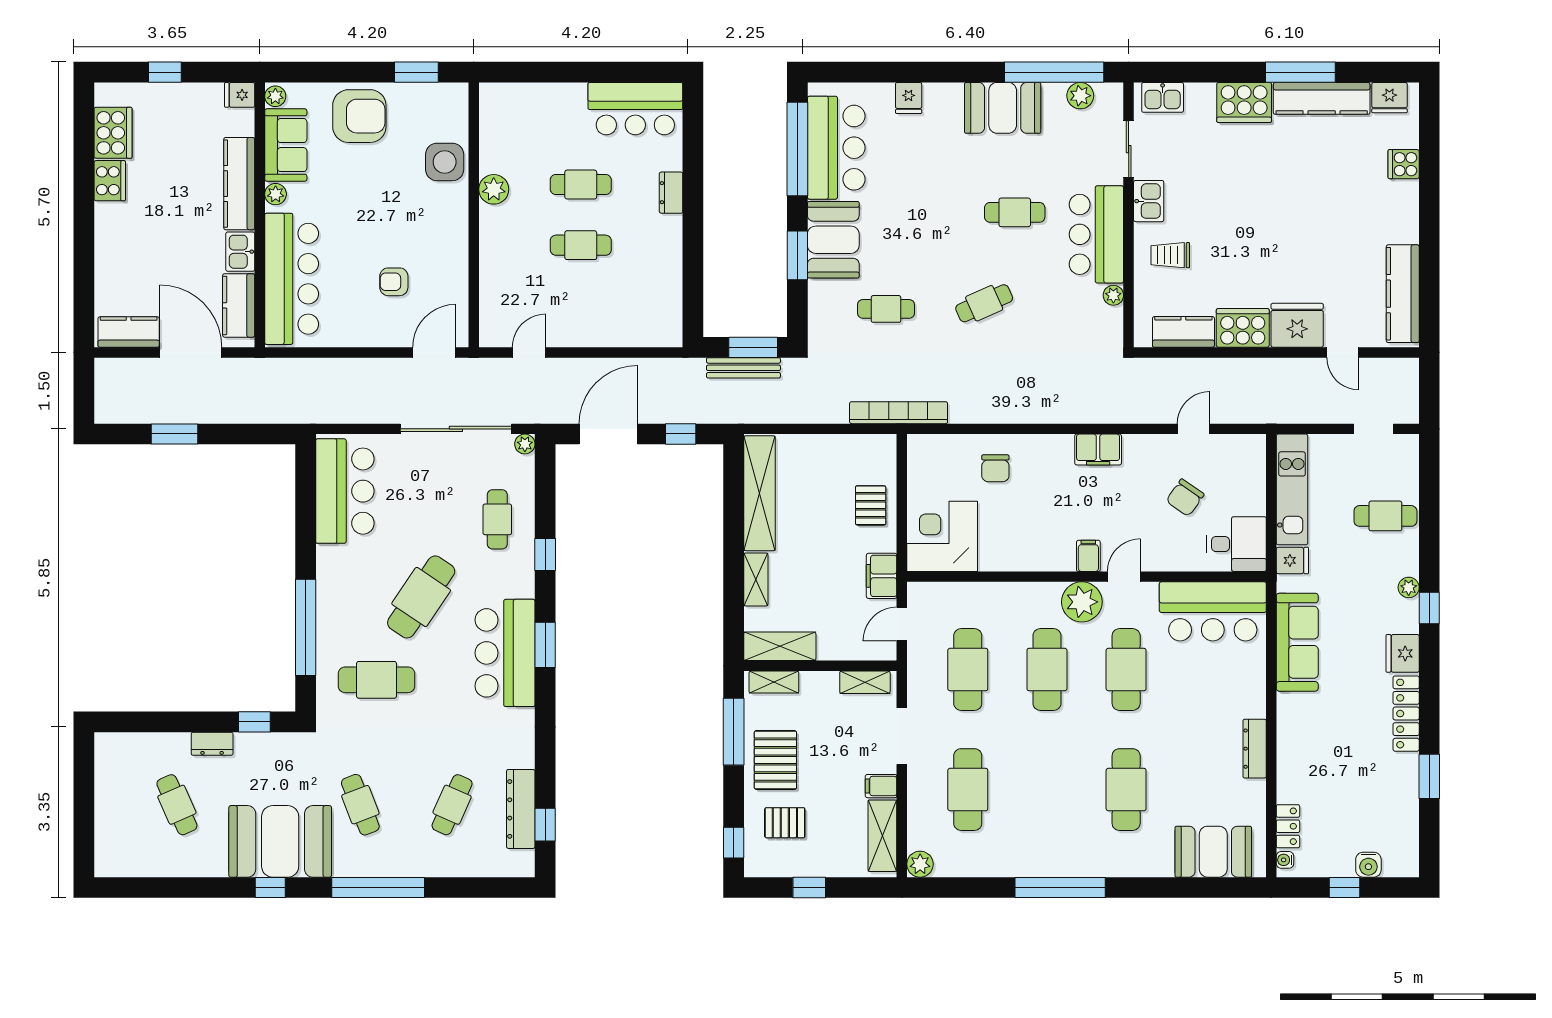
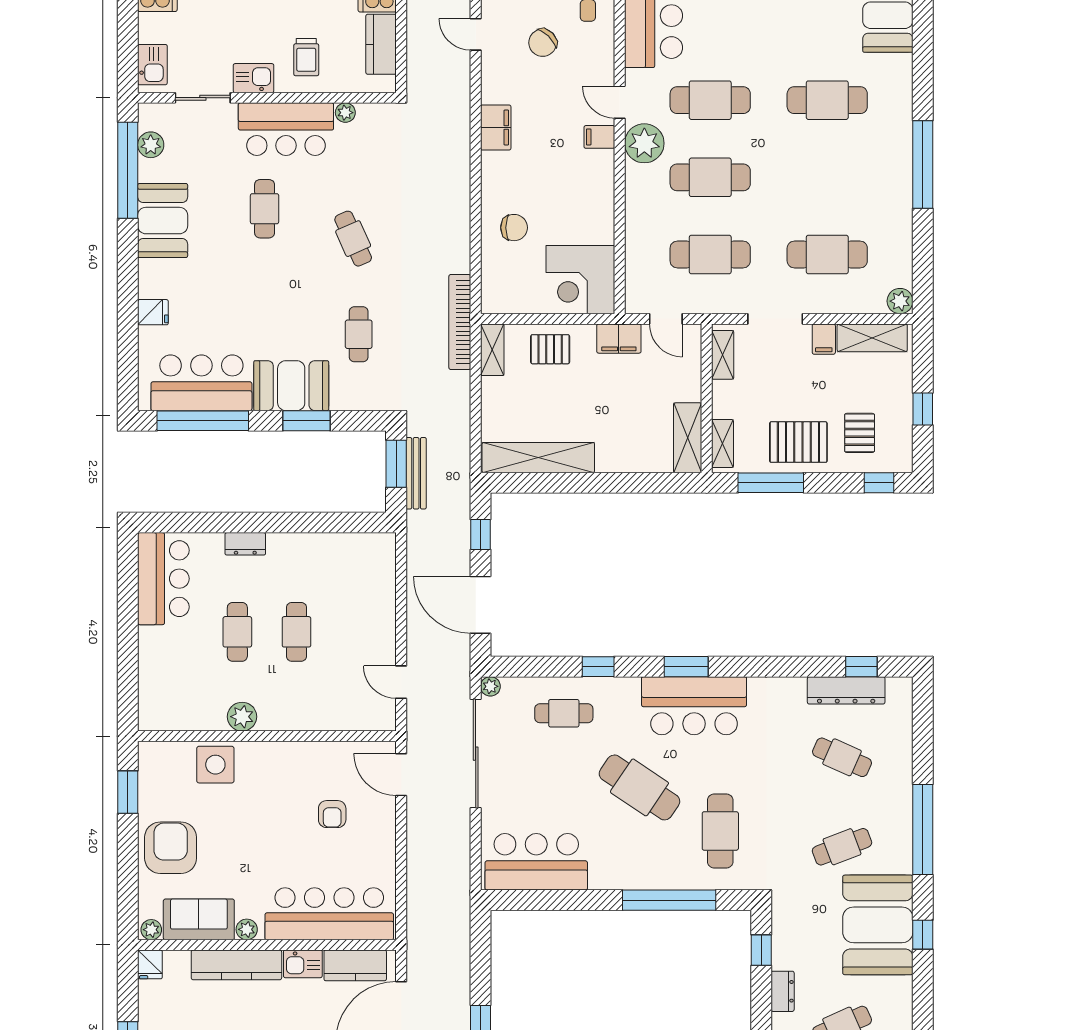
chair: (1185, 498) -> (543, 43), turned 100
shelving: (756, 579) -> (492, 350), moved, turned 90

